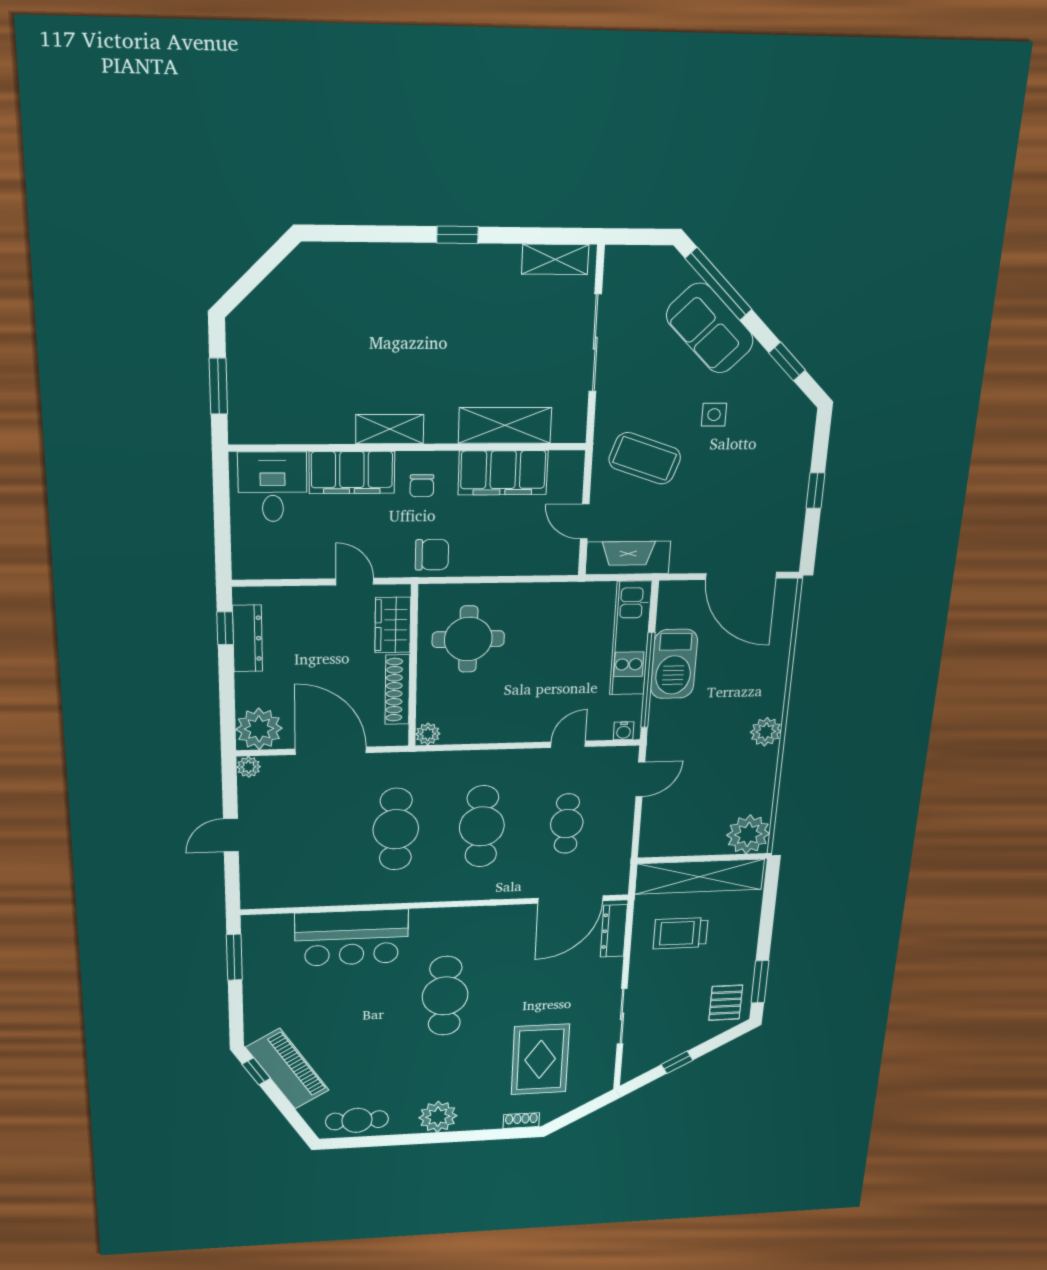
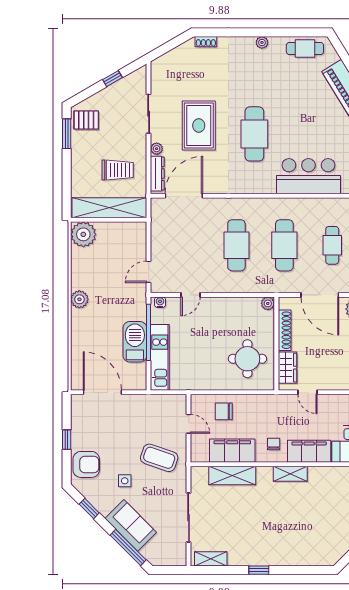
armchair: (784, 445) -> (86, 464), added
chair: (432, 555) -> (224, 411), moved
fireplace: (628, 558) -> (164, 403), removed
cafe table: (567, 824) -> (332, 245), moved
plant: (612, 967) -> (157, 149), added
pallet: (726, 1003) -> (86, 120), turned 90
rug: (540, 1059) -> (199, 126), moved
plant: (438, 1117) -> (262, 42), width x0.53, depth x0.53

